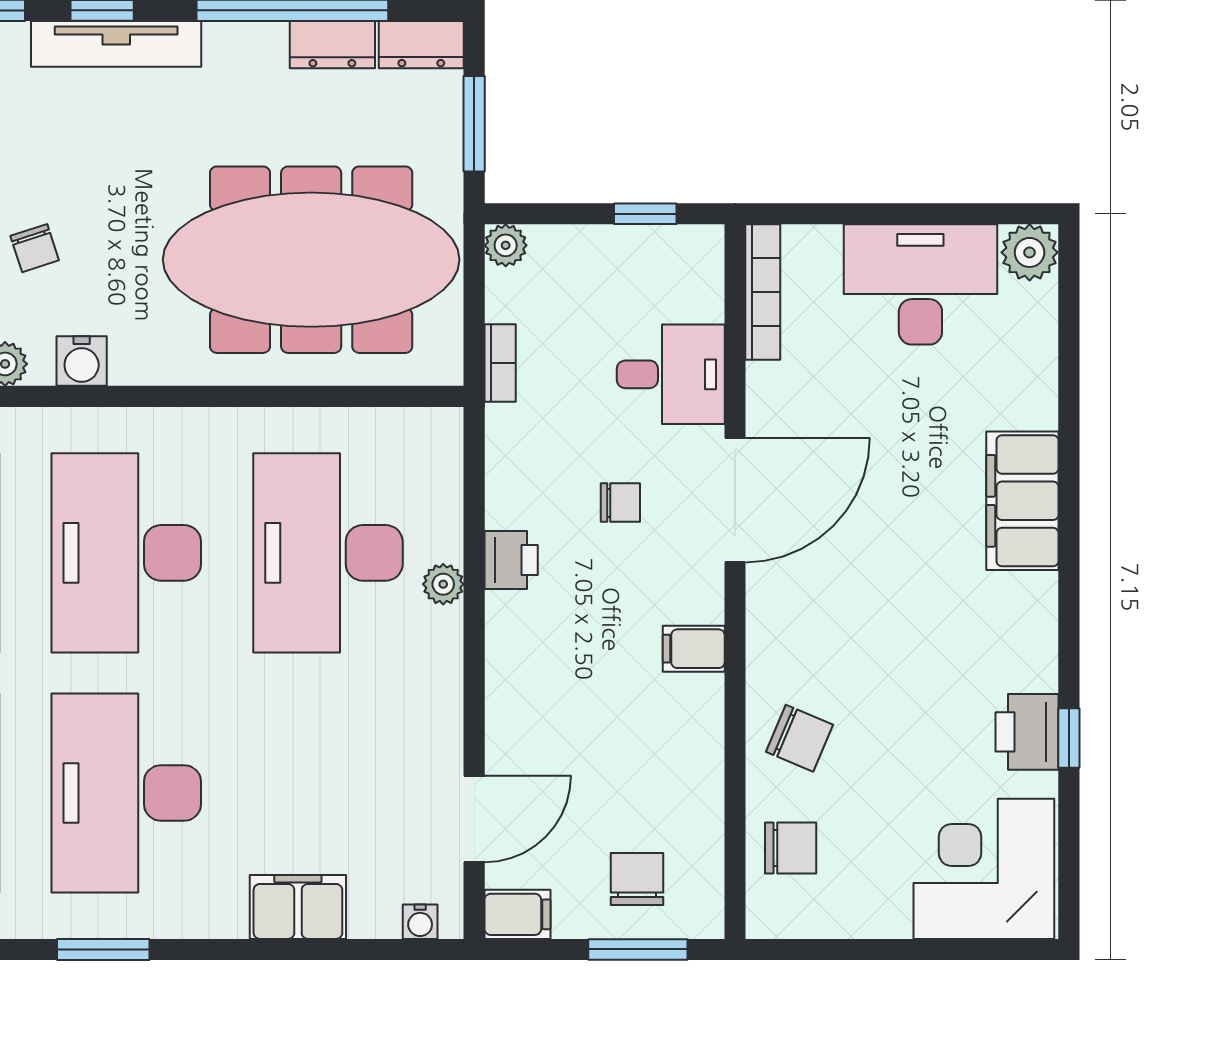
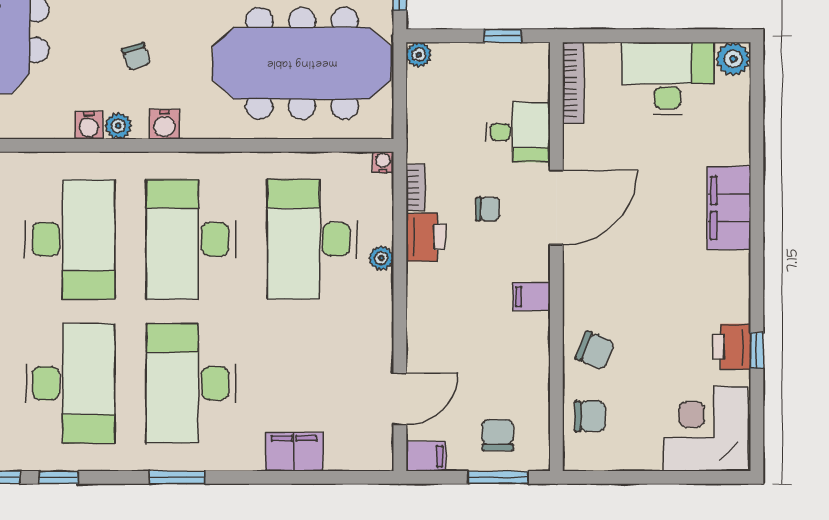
bookcase: (500, 363) -> (415, 187), moved
printer: (511, 560) -> (426, 237), width x1.36, depth x1.24
water cooler: (420, 922) -> (383, 162), moved, turned 180

